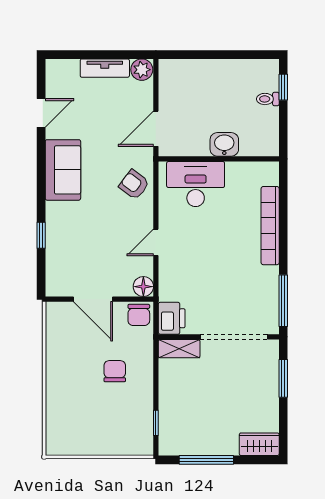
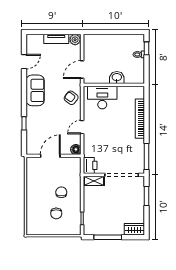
door: (93, 299) -> (50, 156), swing flipped
chair: (139, 315) -> (56, 213), moved

